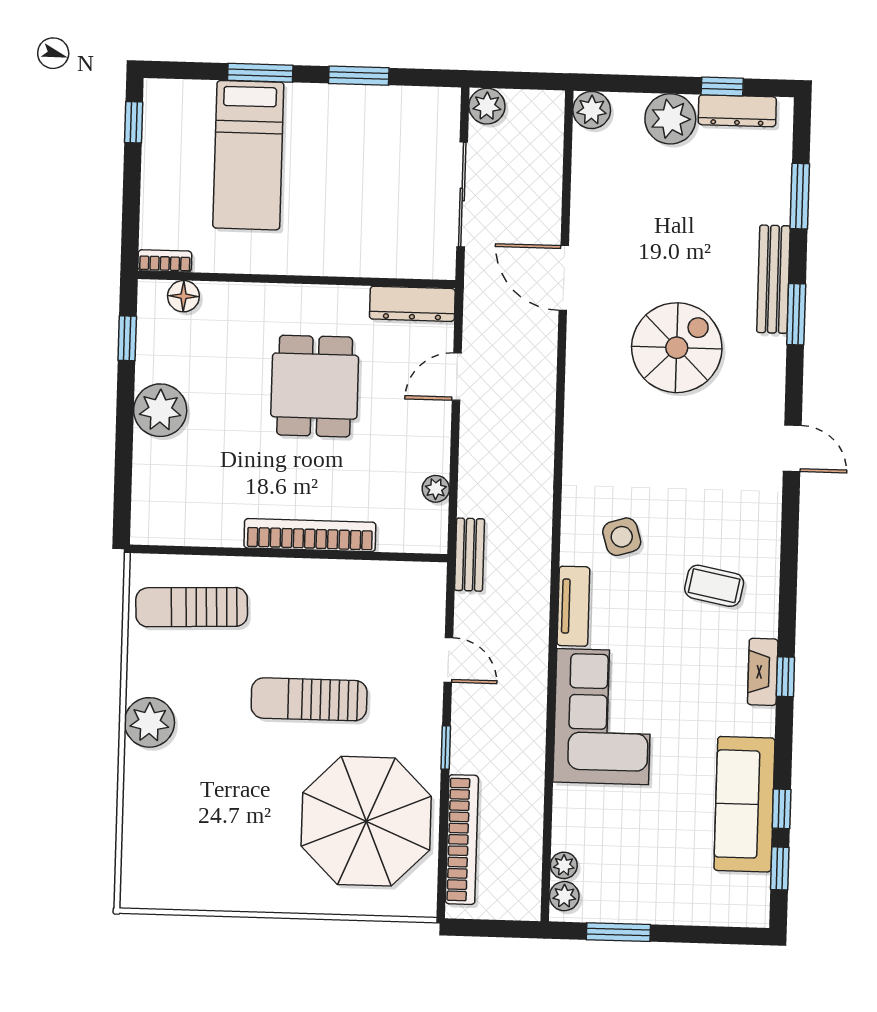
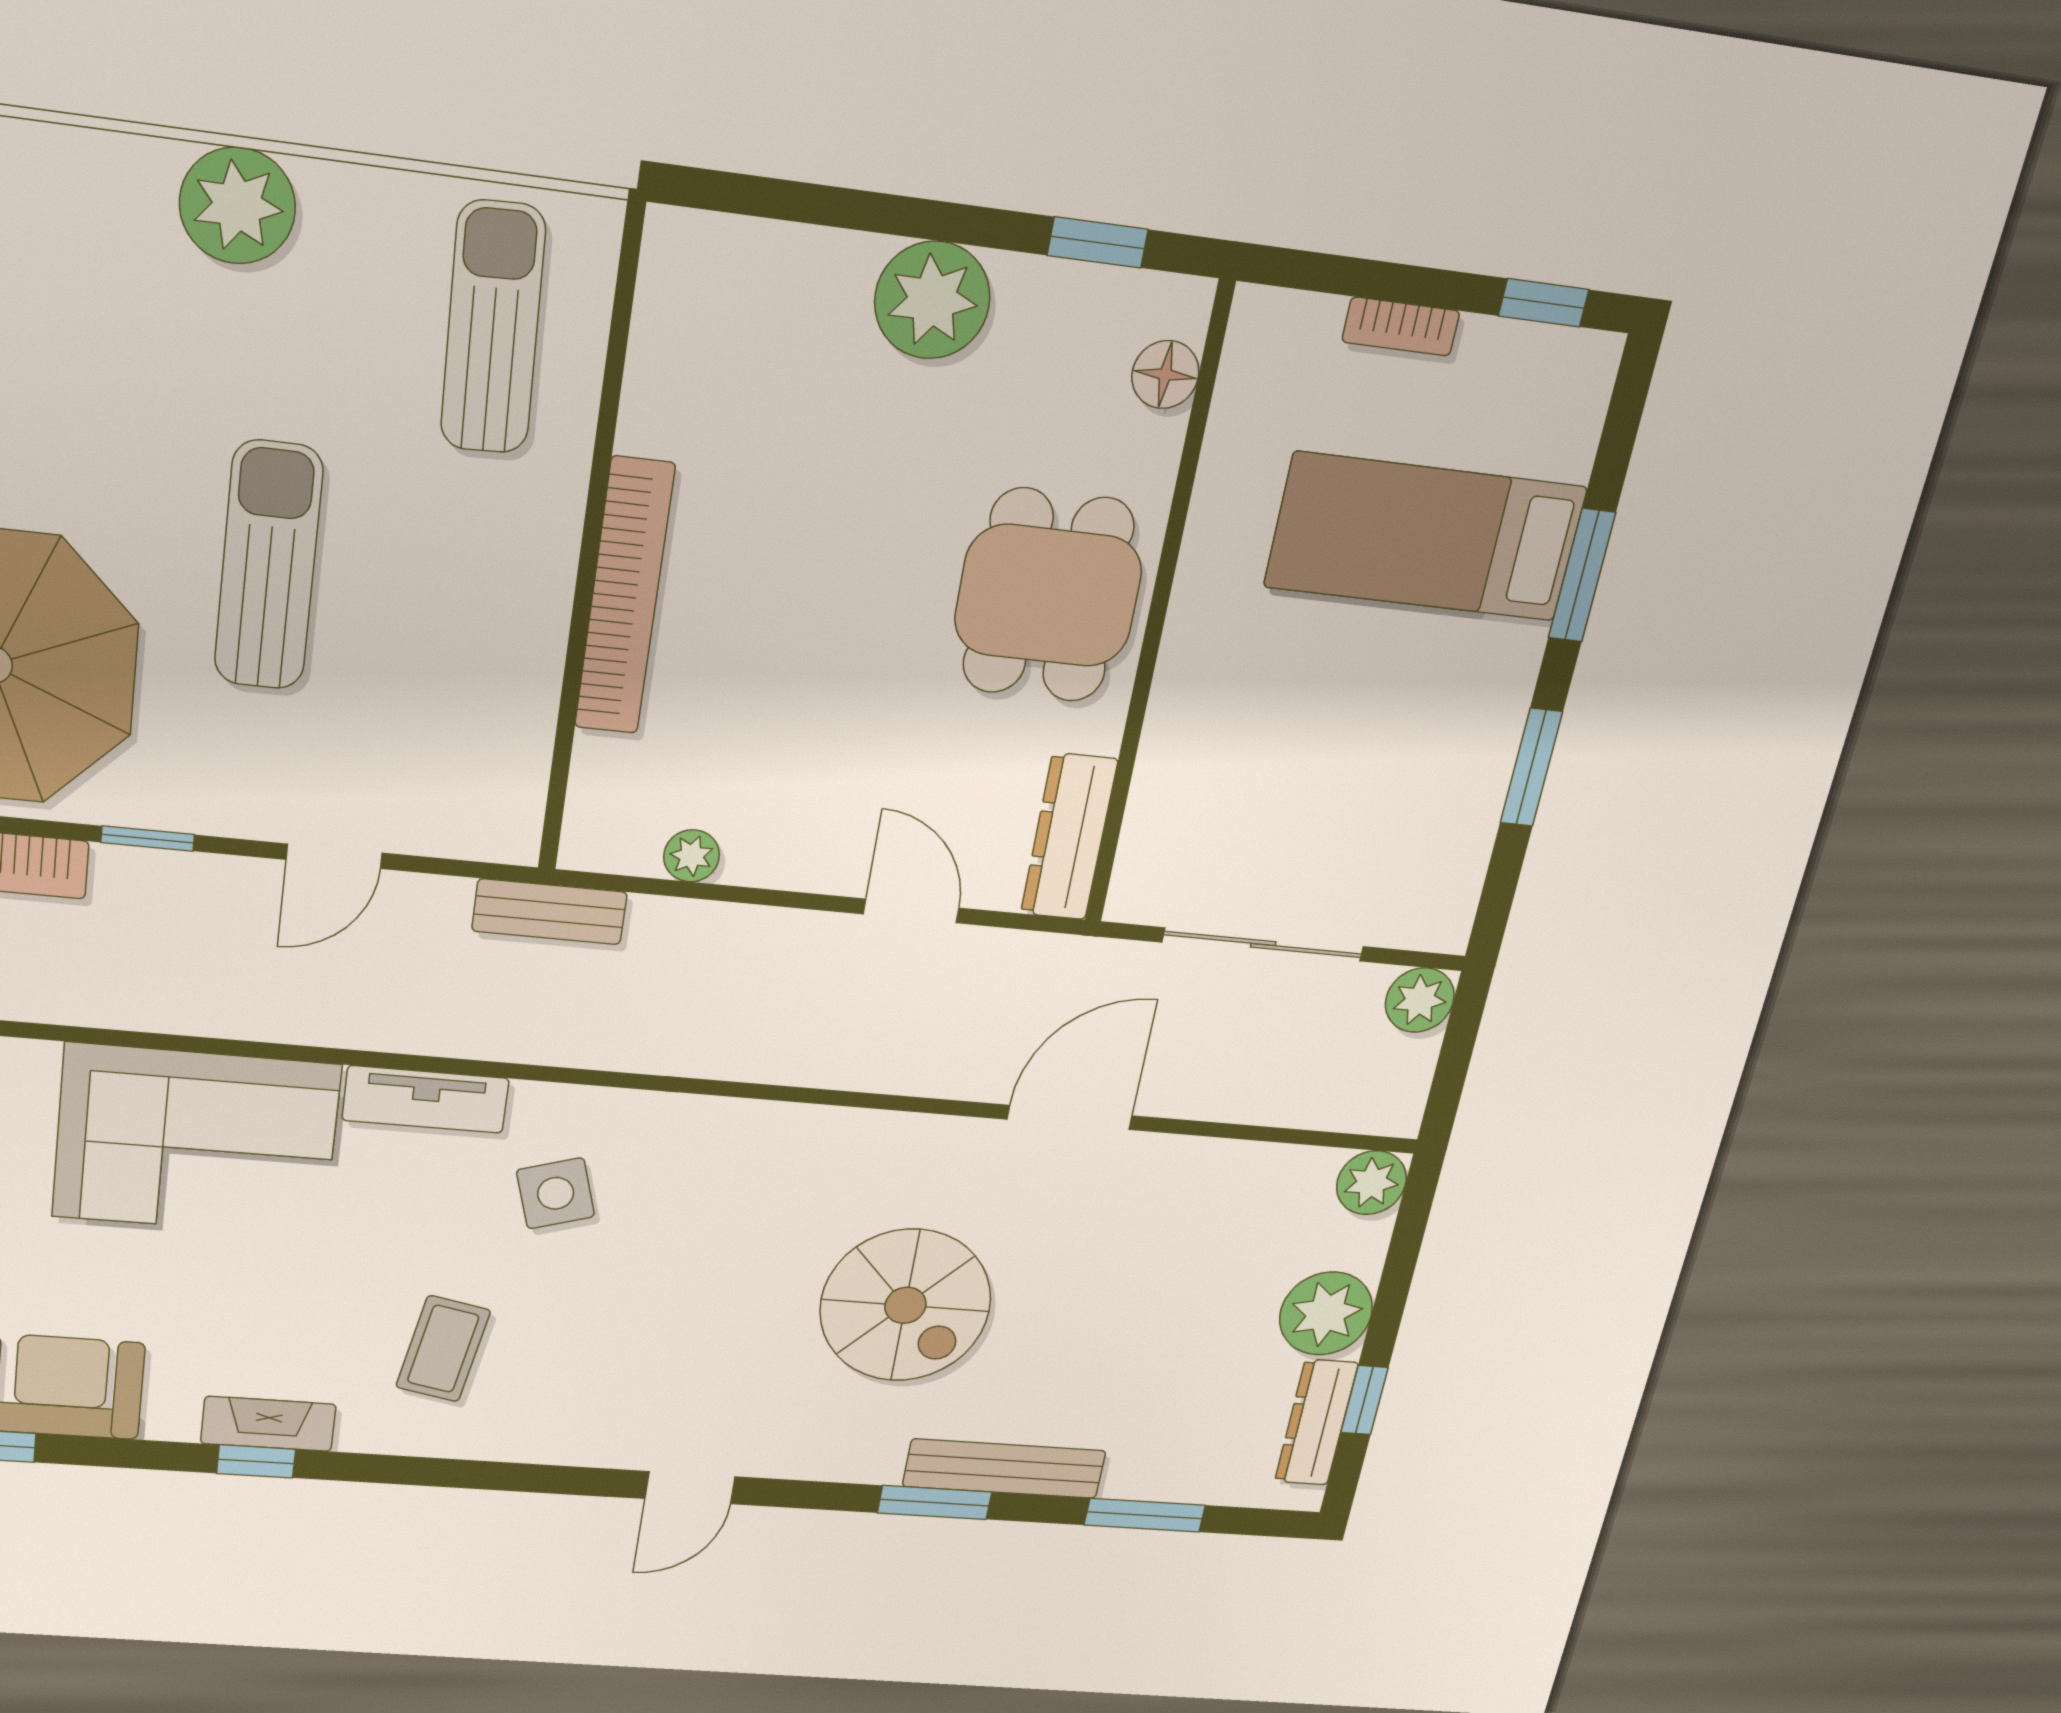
bookcase: (165, 261) -> (1401, 326), moved, turned 90
dining table: (315, 386) -> (1048, 596), moved, turned 90

